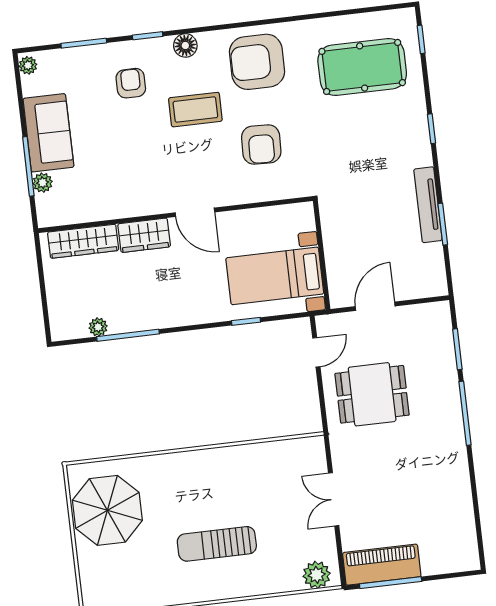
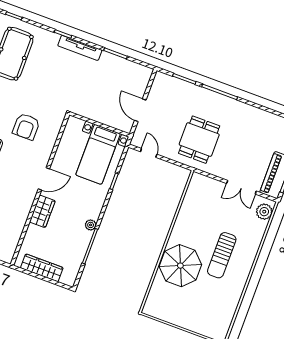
armchair: (261, 144) -> (26, 127), turned 88
tv unit: (428, 205) -> (80, 48), moved
wardrobe: (83, 241) -> (42, 268), moved, turned -90
plant: (98, 327) -> (91, 225), moved
dining table: (372, 394) -> (199, 140), moved
double door: (334, 499) -> (241, 187), moved
parasol: (107, 510) -> (180, 266), moved

